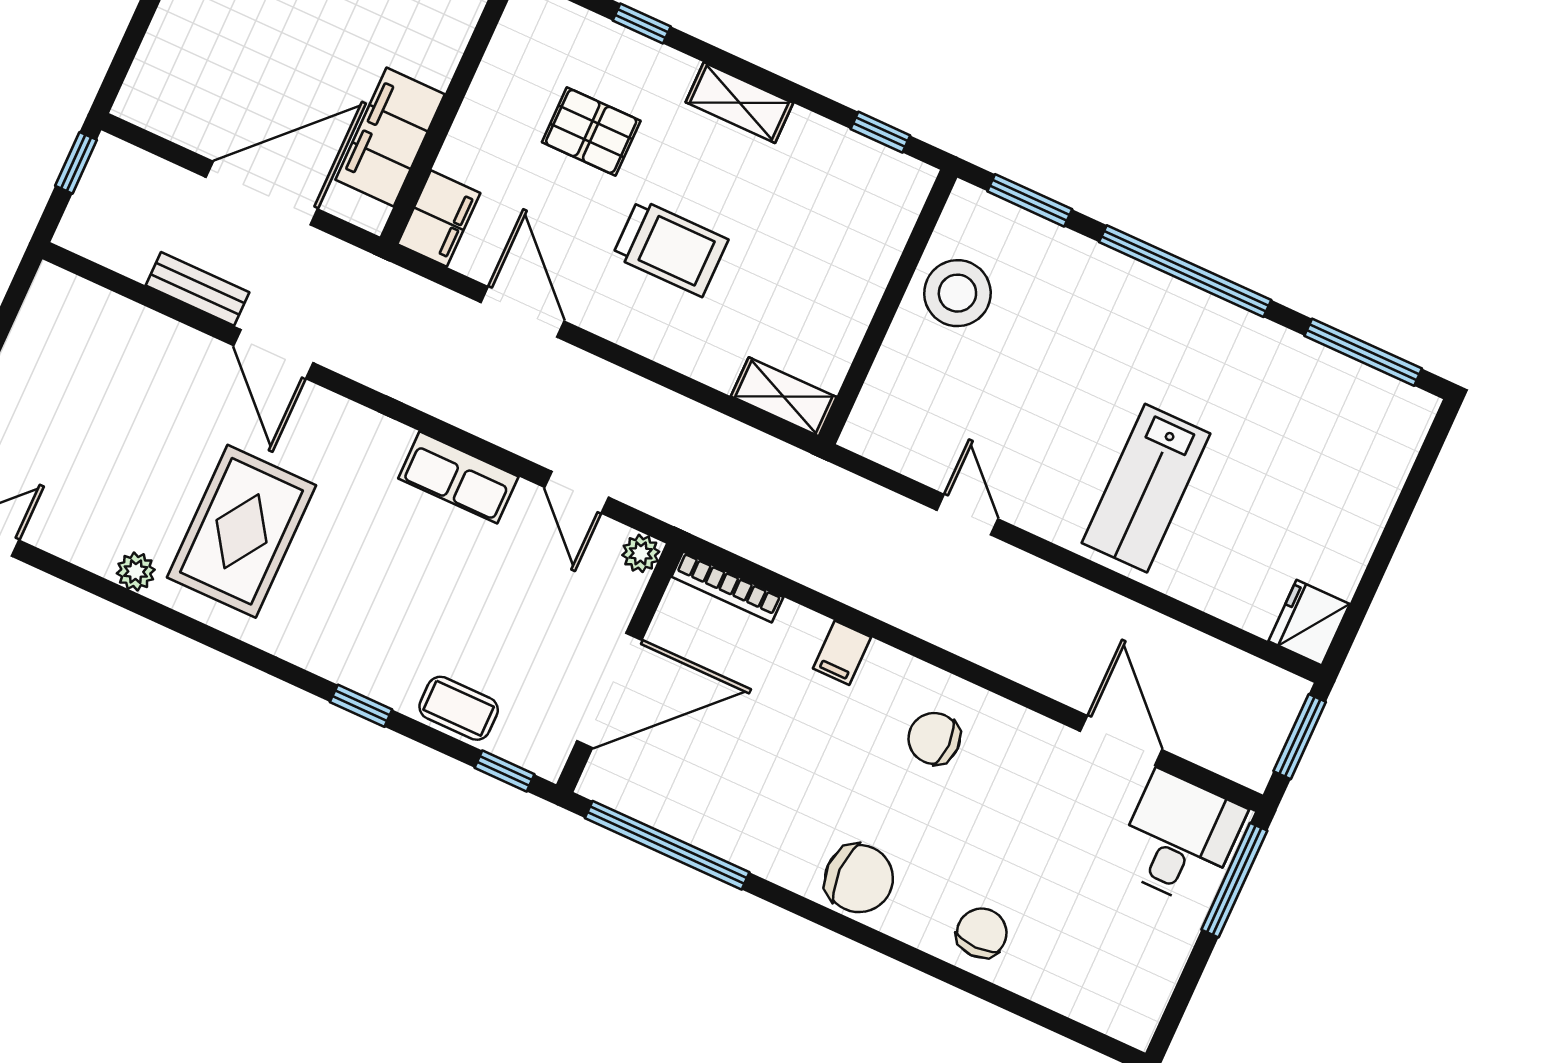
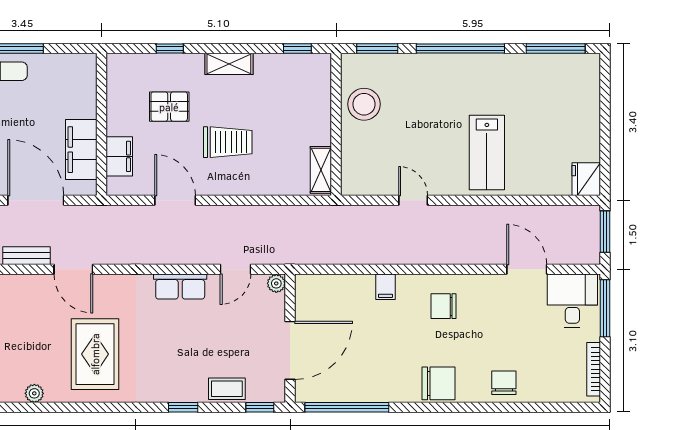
door: (262, 193) -> (36, 200), hinge flipped
filing cabinet: (439, 219) -> (119, 156), moved
shelving: (784, 397) -> (321, 170), moved, turned 90
door: (576, 492) -> (235, 269), hinge flipped
plant: (136, 572) -> (34, 393), moved
bookcase: (727, 587) -> (594, 369), moved, turned 90

